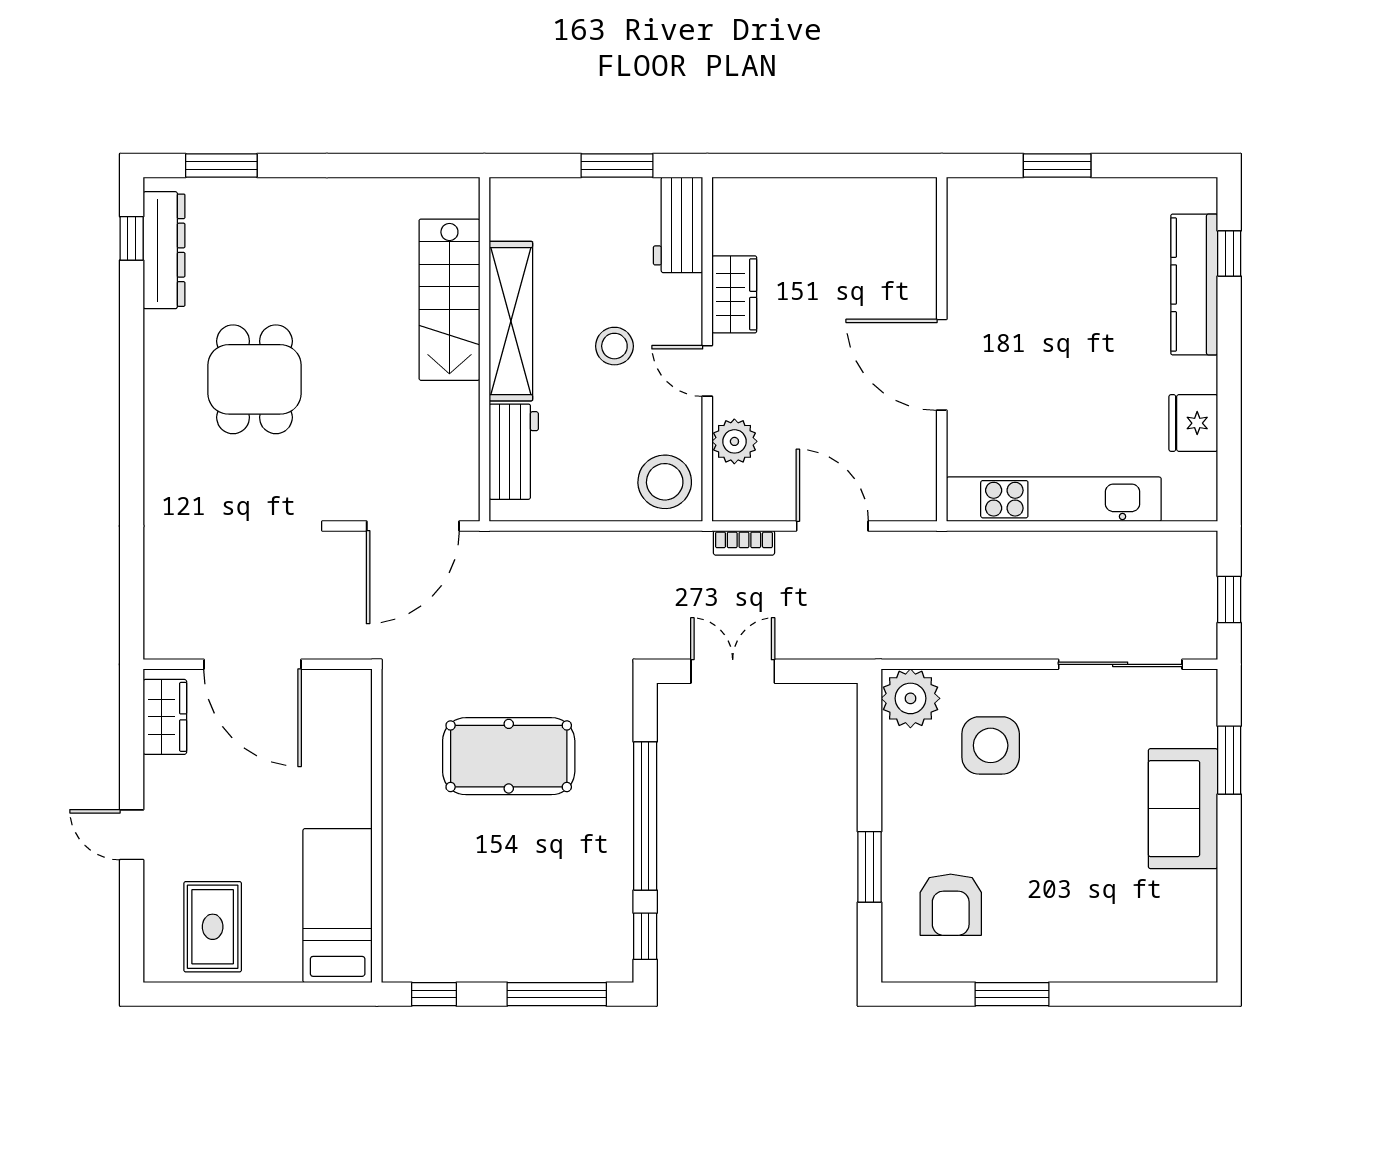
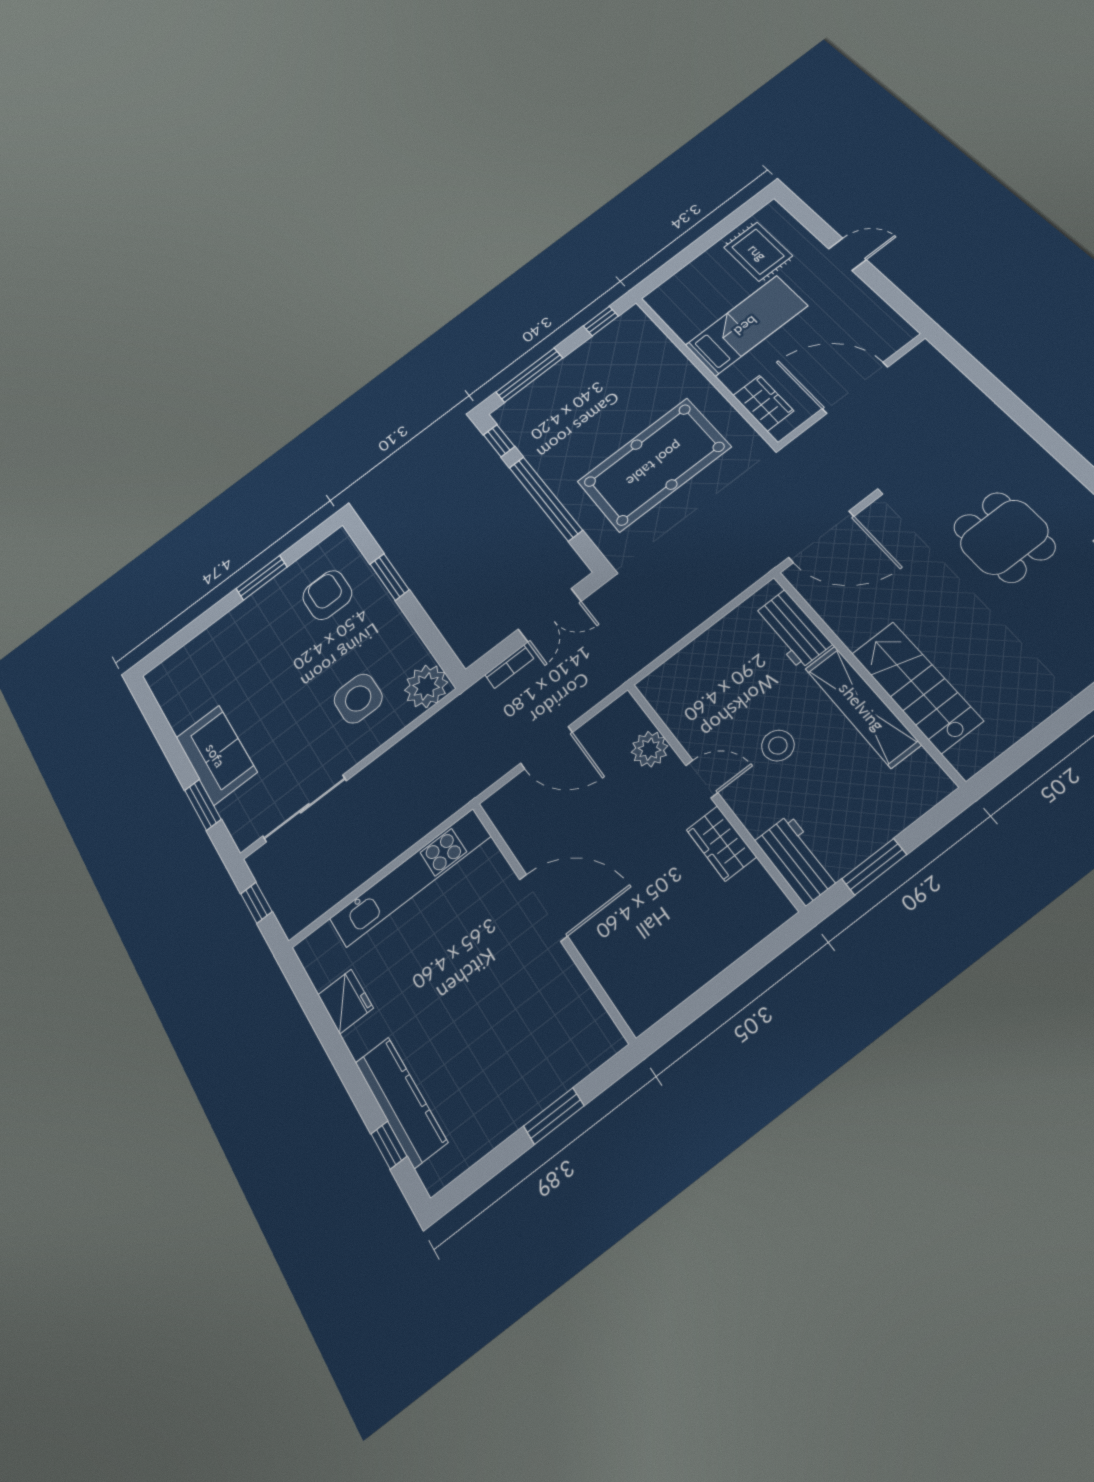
stool: (665, 482) -> (677, 689), removed
door: (413, 526) -> (821, 537), swing flipped
bookcase: (744, 543) -> (509, 667), moved, turned 180
wardrobe: (165, 717) -> (763, 403), moved, turned 180
pool table: (509, 756) -> (654, 464), width x1.36, depth x1.32
bed: (338, 906) -> (746, 326), moved, turned -90

